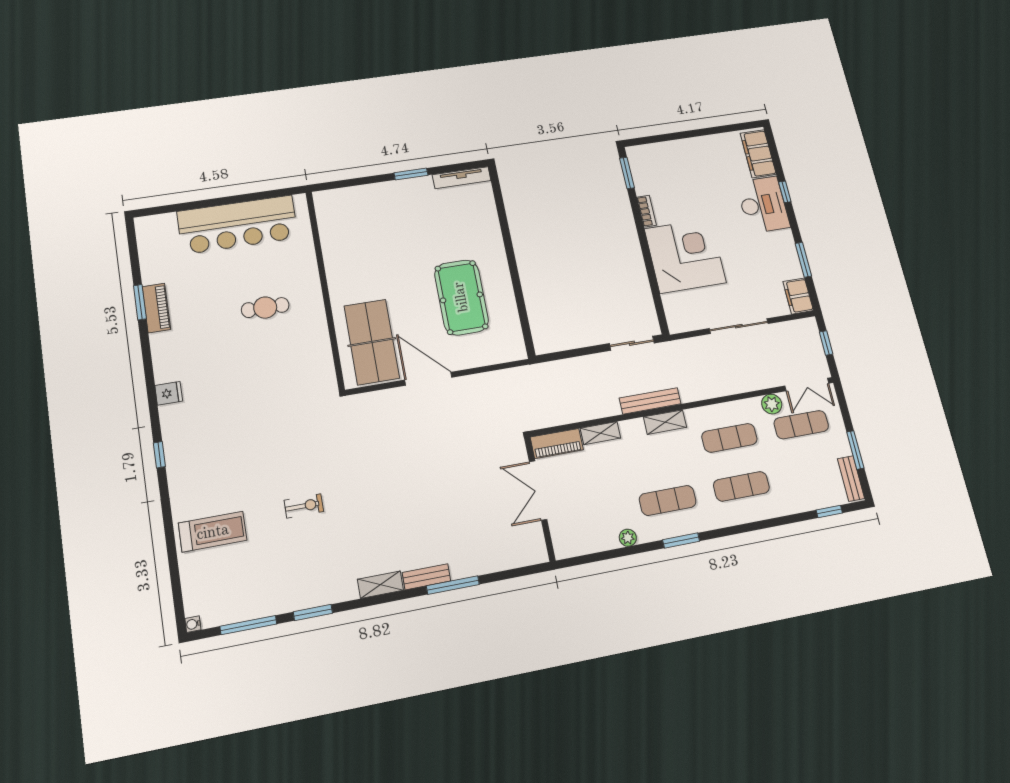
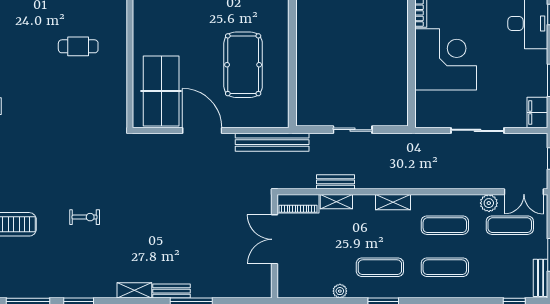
sliding door: (632, 343) -> (353, 130), moved
bench: (512, 378) -> (272, 142), added
bench: (650, 401) -> (335, 182), moved, width x0.73

